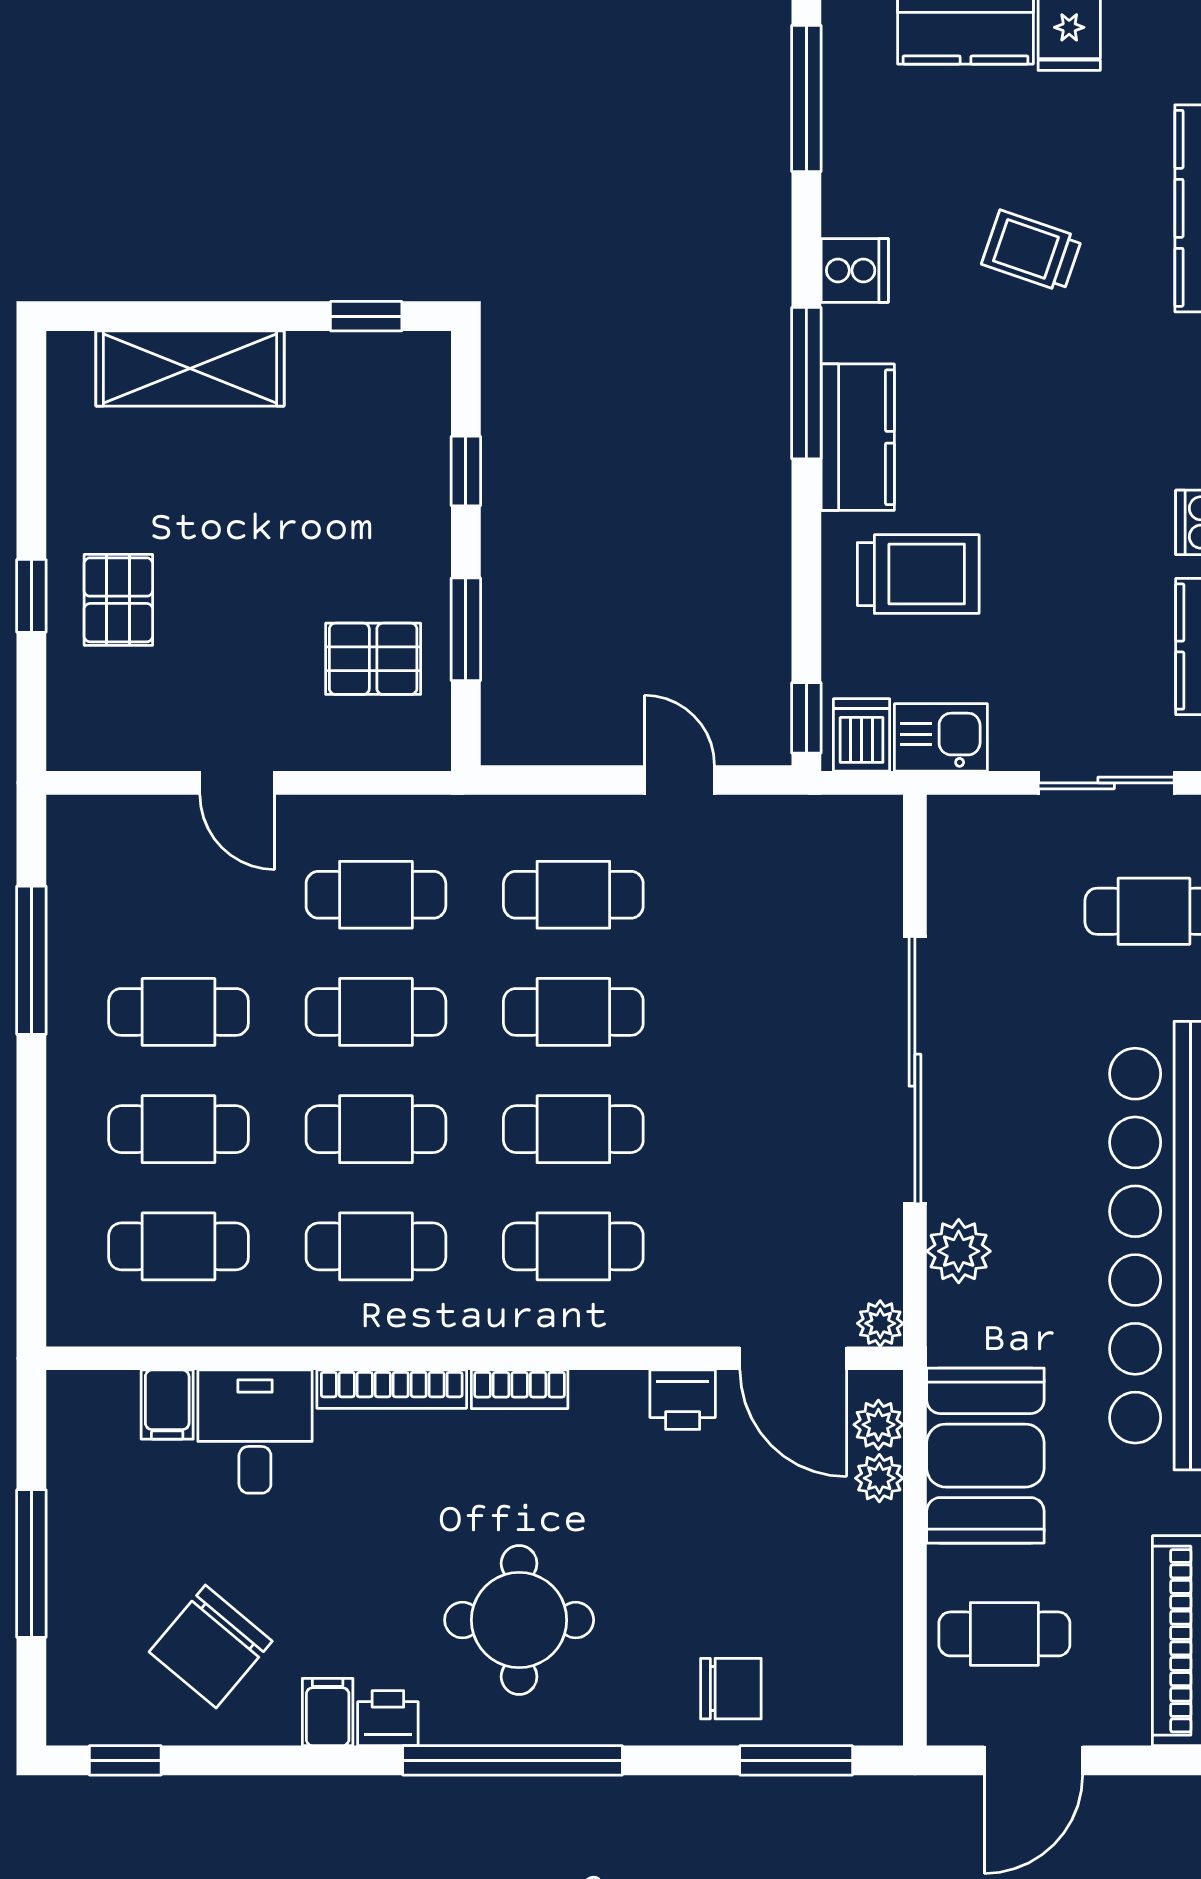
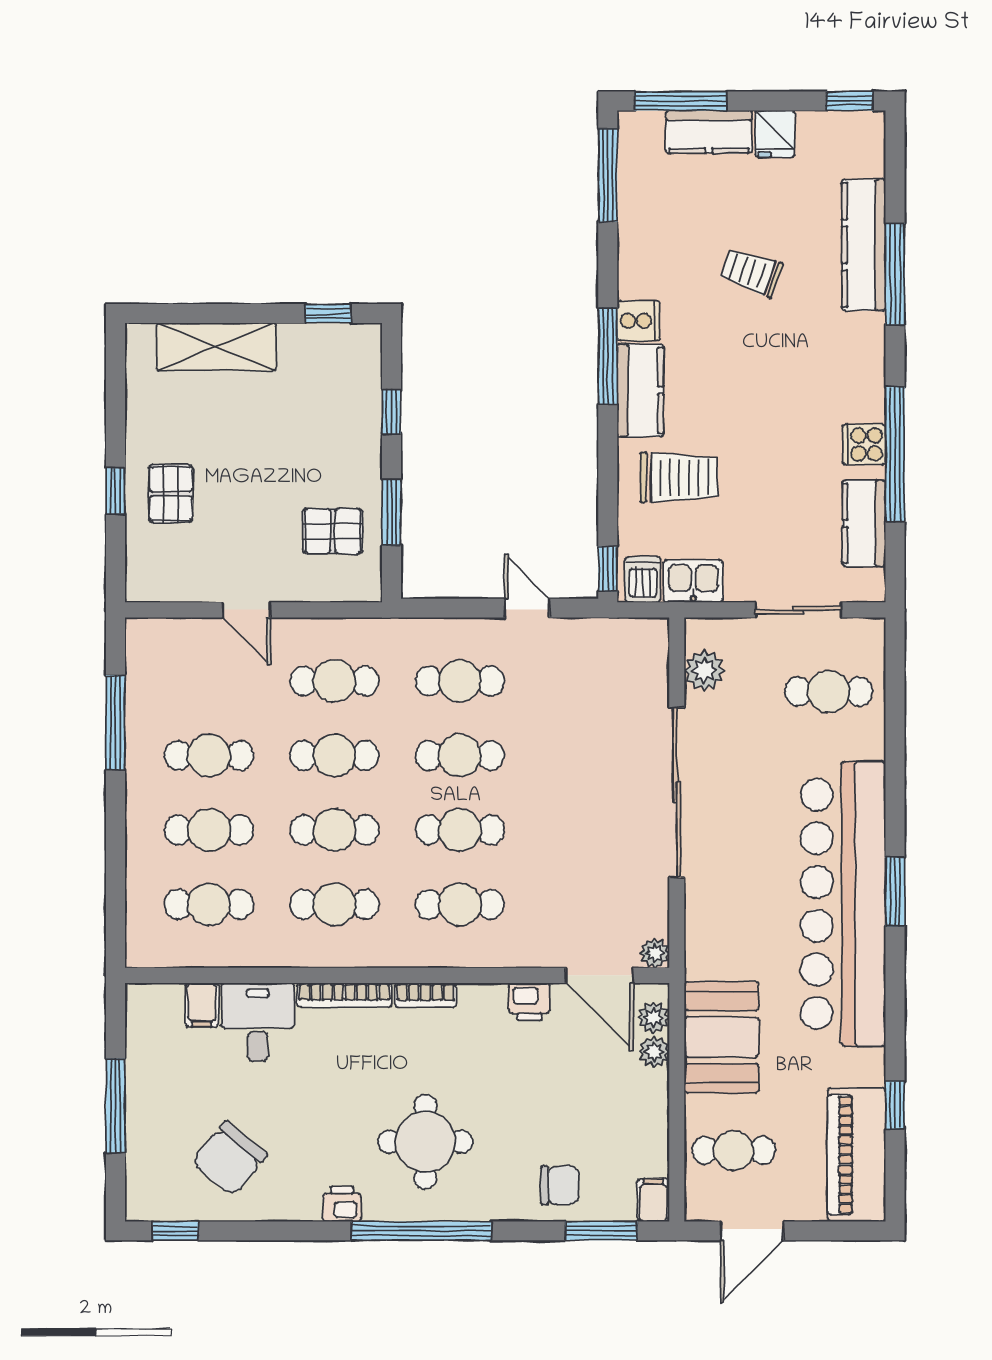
cooker: (855, 270) -> (638, 321), moved
plant: (959, 1251) -> (705, 671), moved
filing cabinet: (328, 1712) -> (653, 1200), moved

